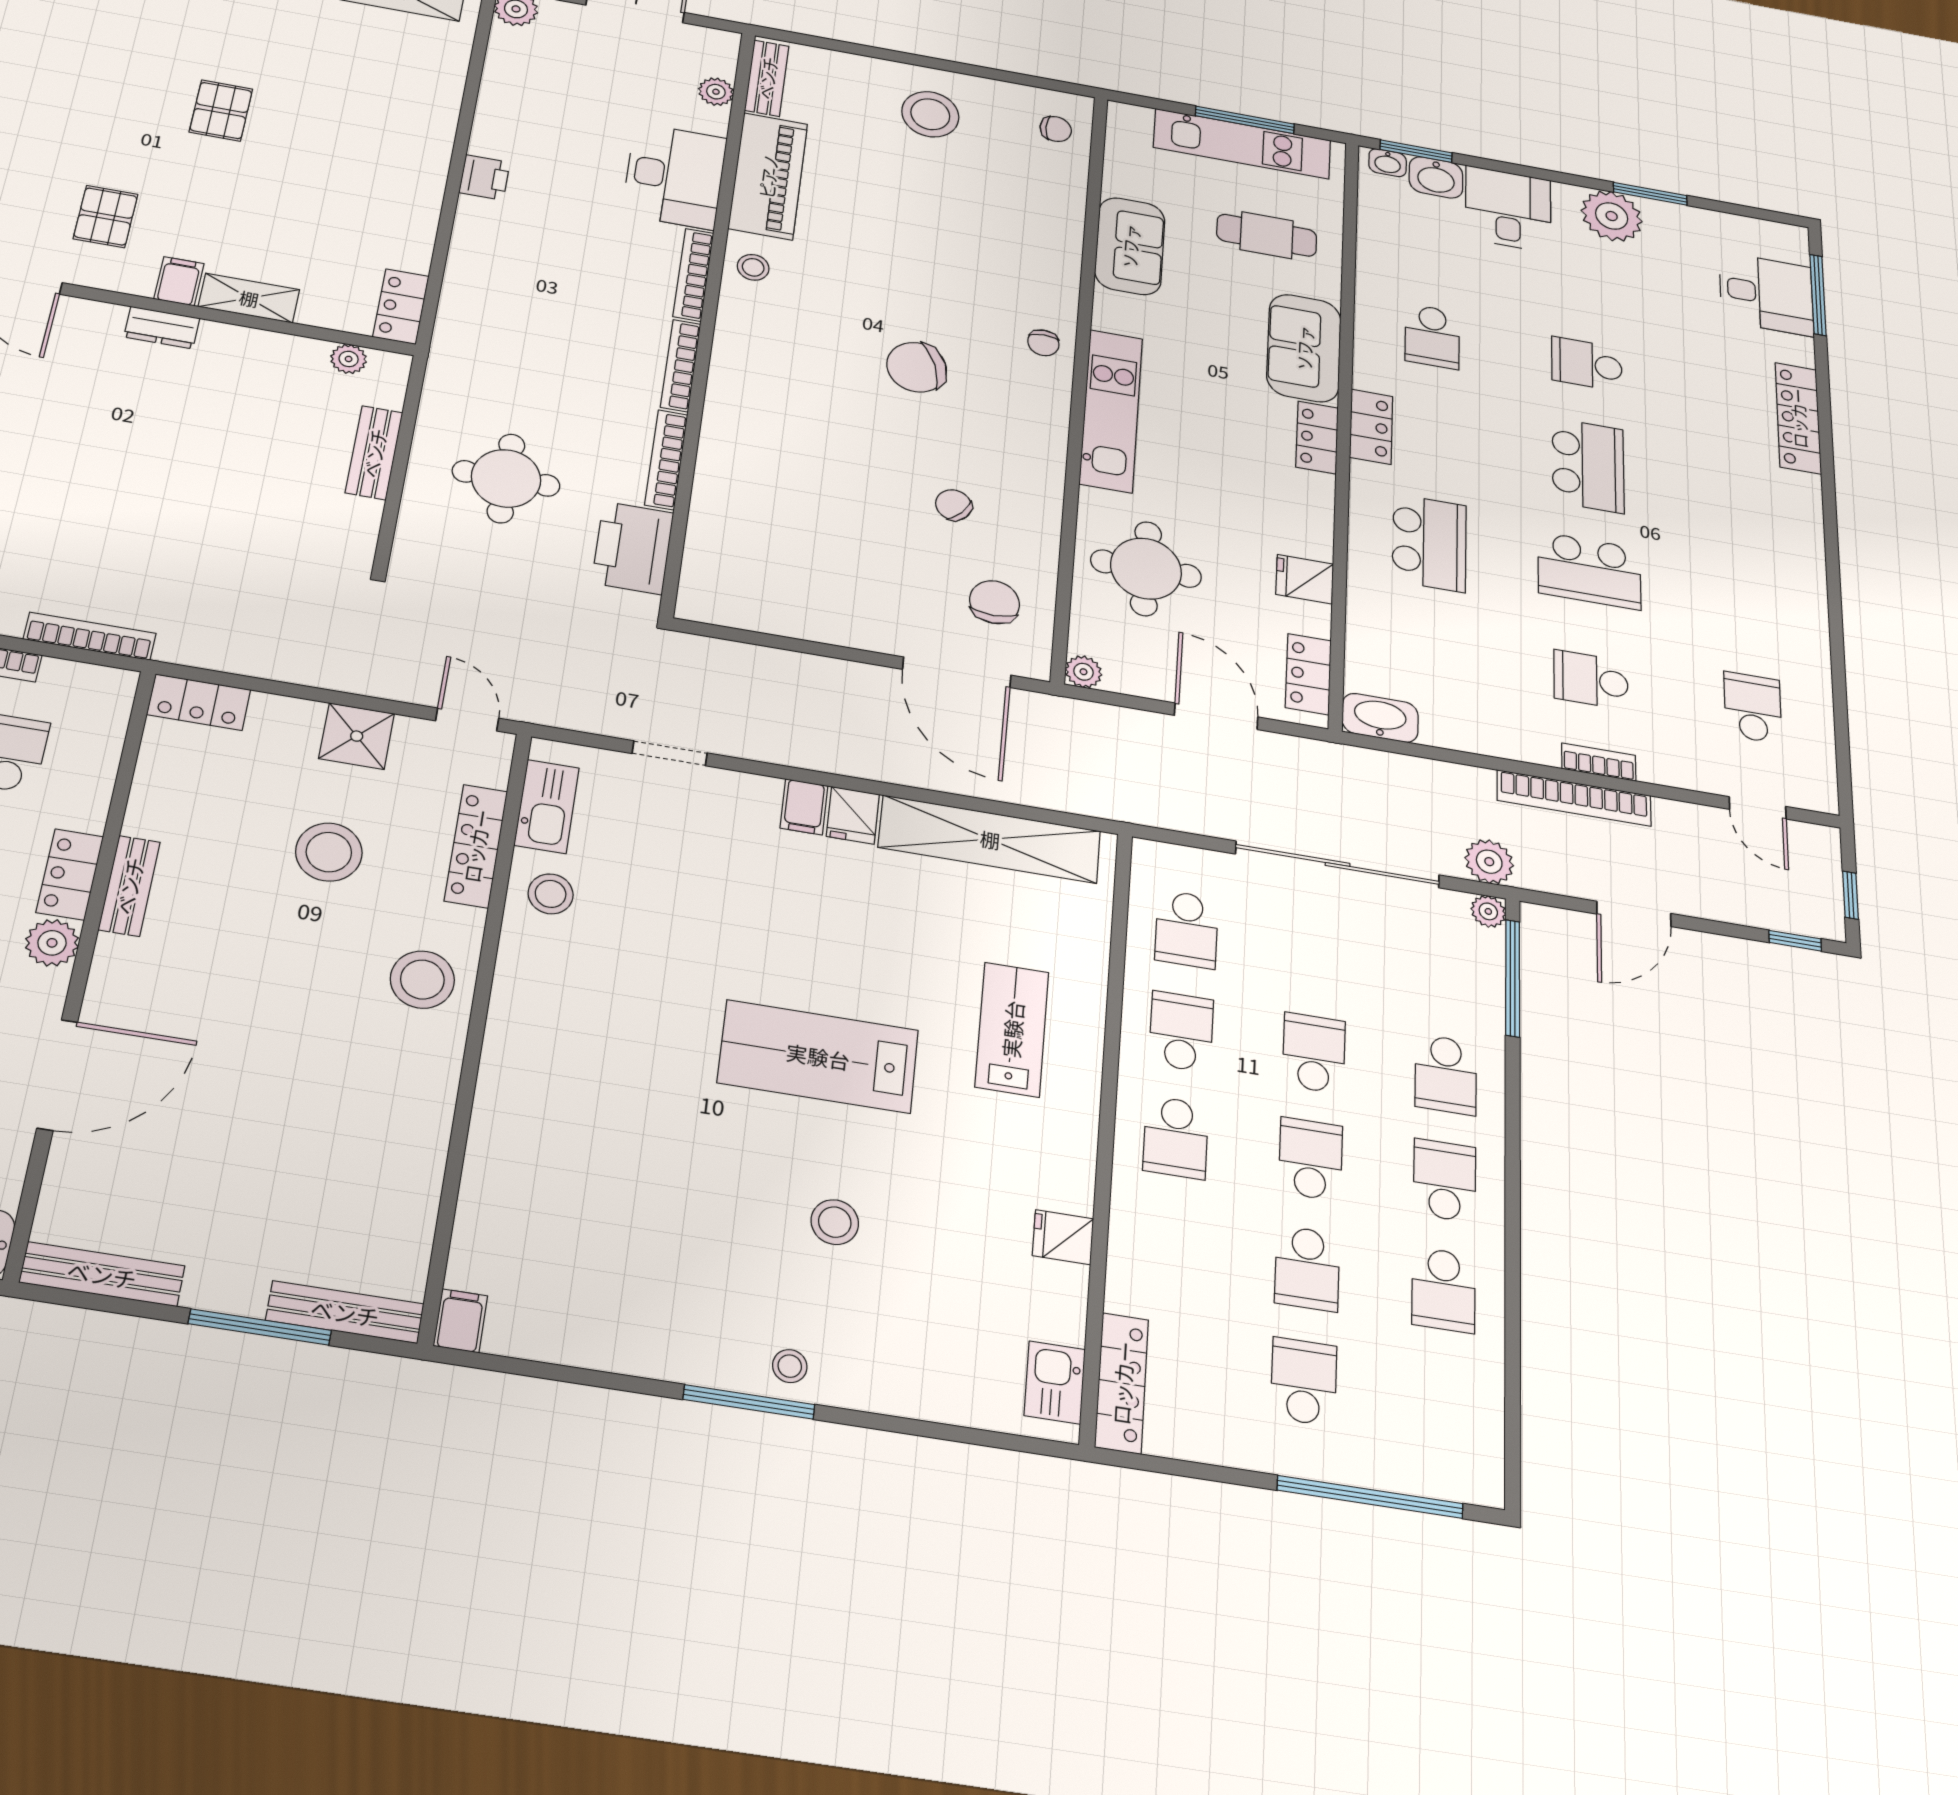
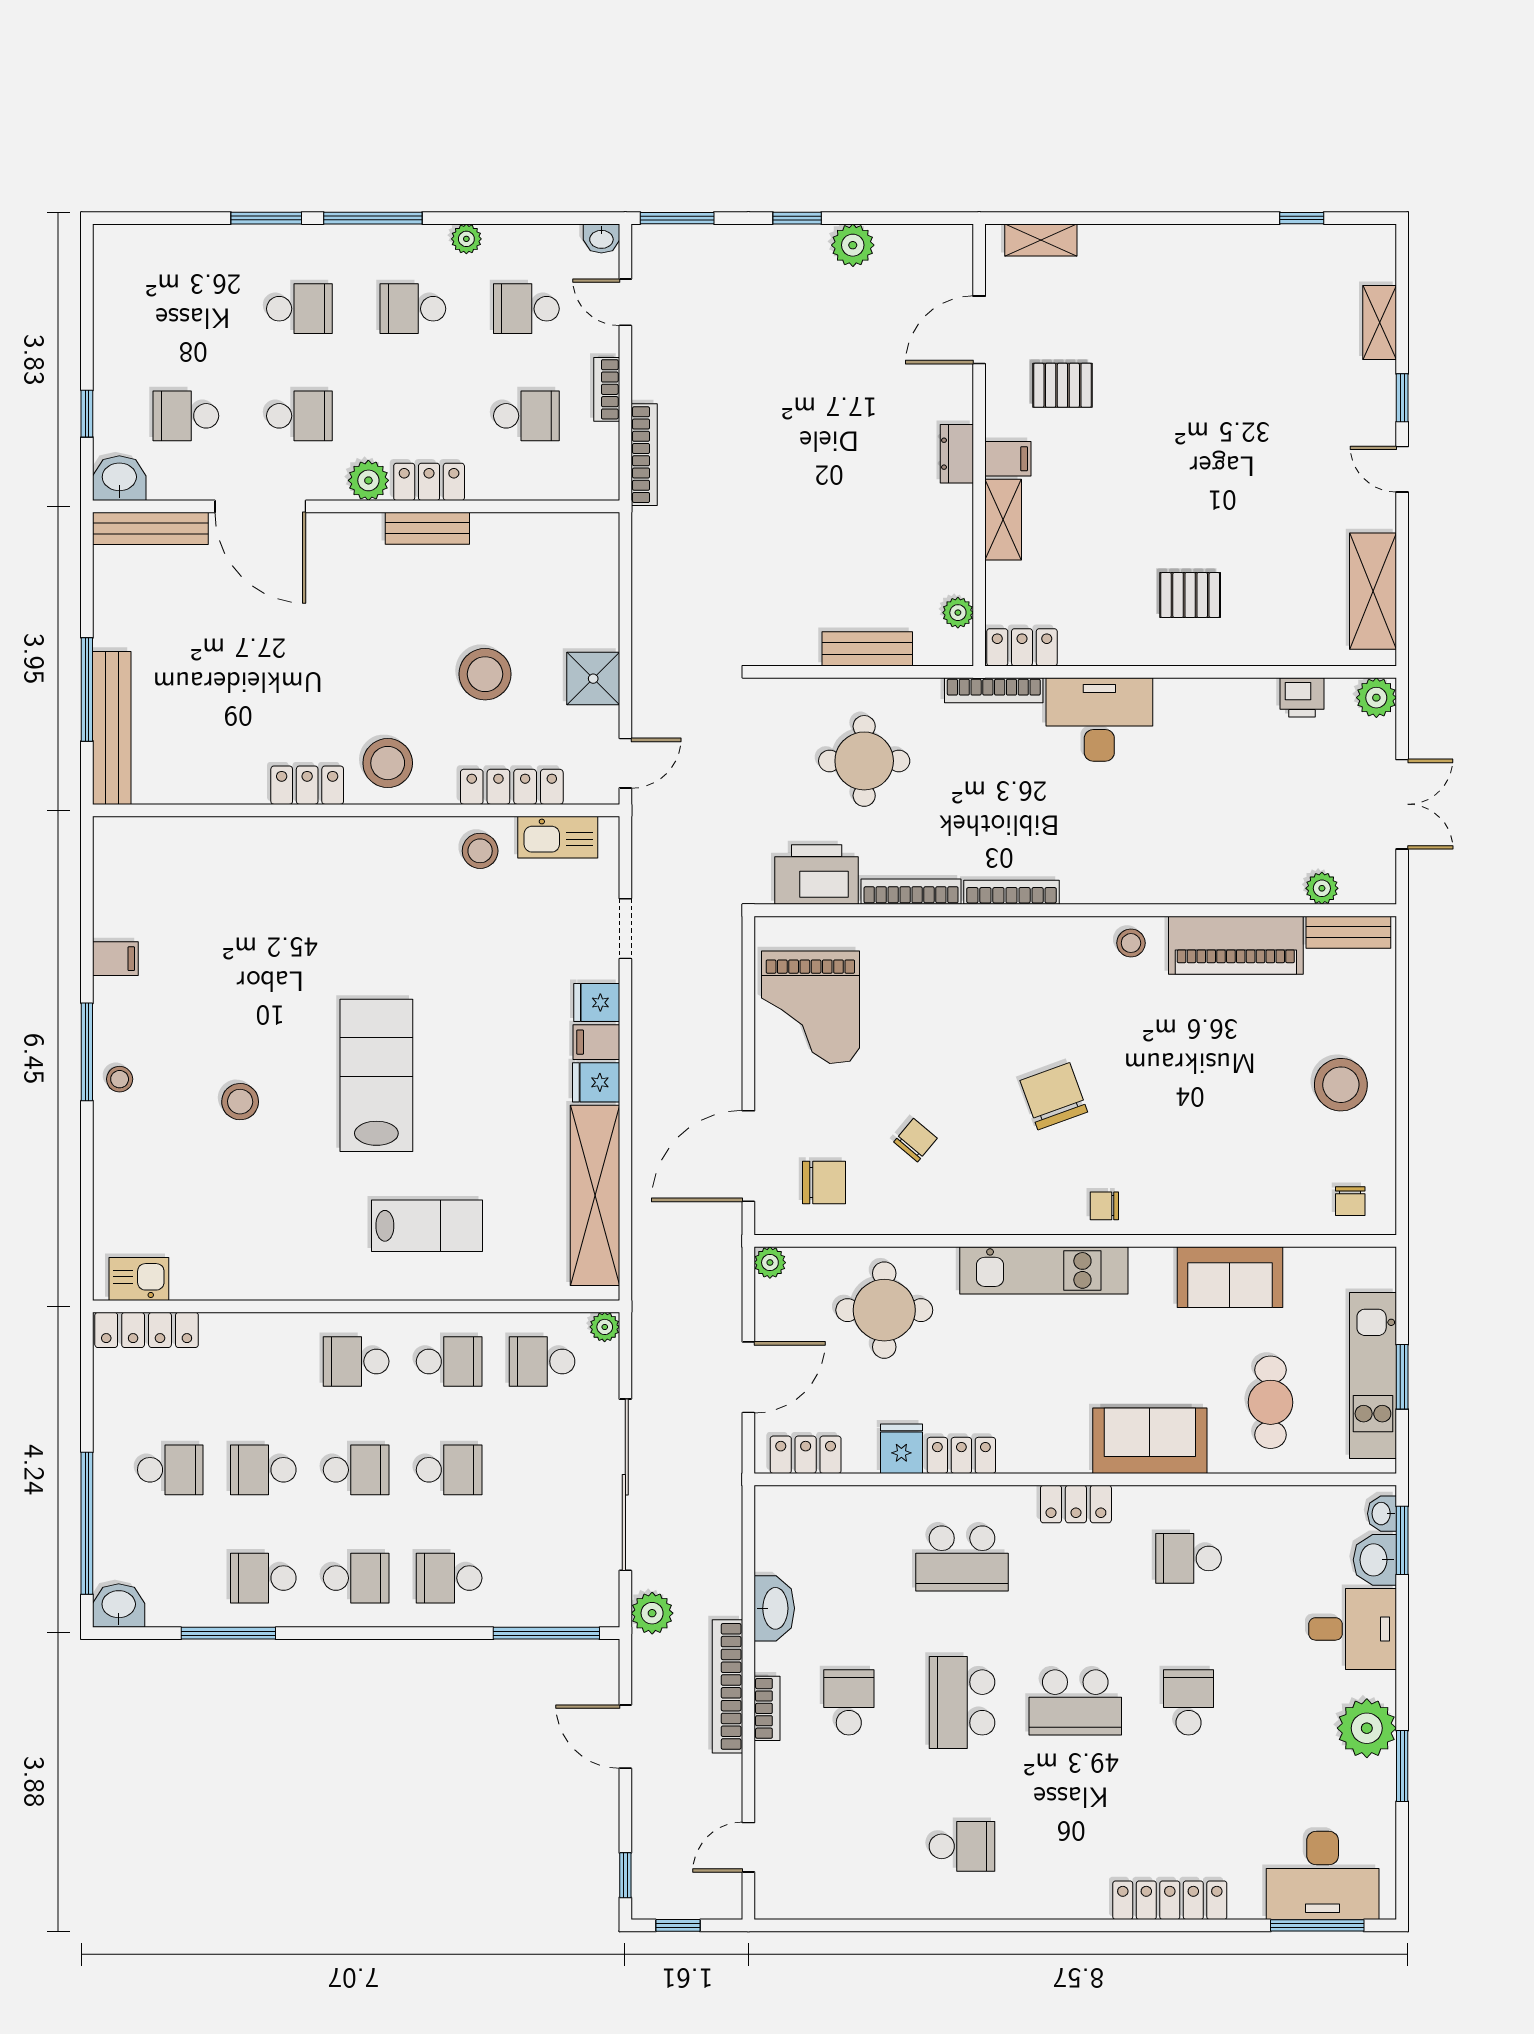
pallet: (221, 111) -> (1190, 595), moved
window: (1245, 120) -> (1402, 1377), width x0.69
desk: (675, 176) -> (1099, 719), moved, turned 180
printer: (484, 177) -> (1302, 697), moved
bookcase: (693, 275) -> (994, 690), moved, turned 180
desk: (1766, 294) -> (1323, 1875), width x1.37
locker: (1317, 437) -> (961, 1455), moved
grand piano: (788, 581) -> (810, 1007), added
locker: (199, 702) -> (307, 785), moved, turned 90
school desk: (1753, 708) -> (962, 1846), moved
washbasin: (1380, 718) -> (774, 1608), moved
plant: (1488, 911) -> (605, 1327), moved
fridge: (1063, 1237) -> (597, 1003), moved, turned -90
bench: (102, 1274) -> (150, 528), moved, turned 90
bench: (345, 1312) -> (112, 728), width x1.37, depth x1.21
filing cabinet: (460, 1321) -> (115, 959), moved
window: (1513, 1343) -> (228, 1633), added
washbasin: (1477, 1473) -> (119, 1605), added

